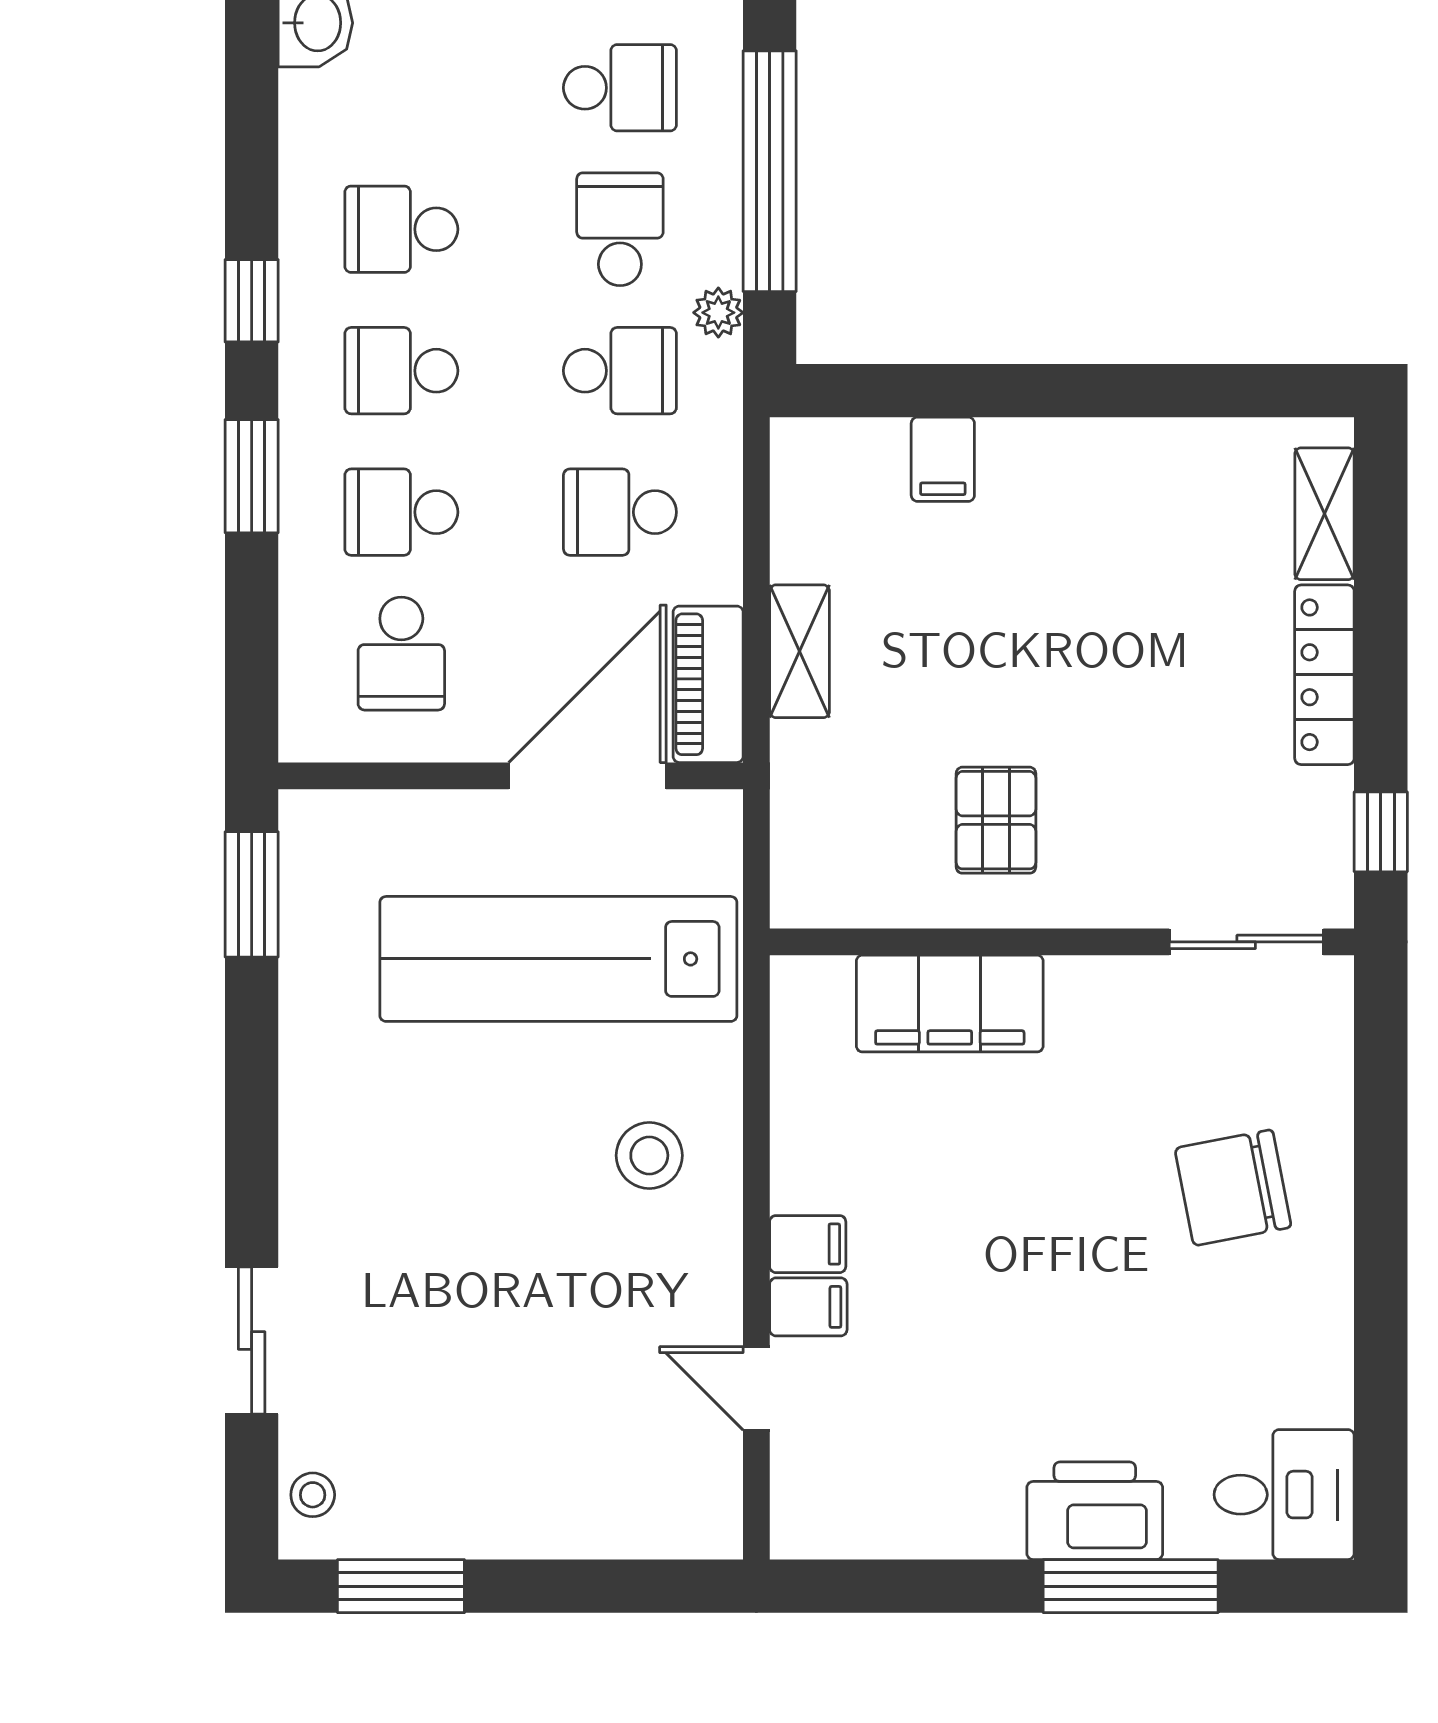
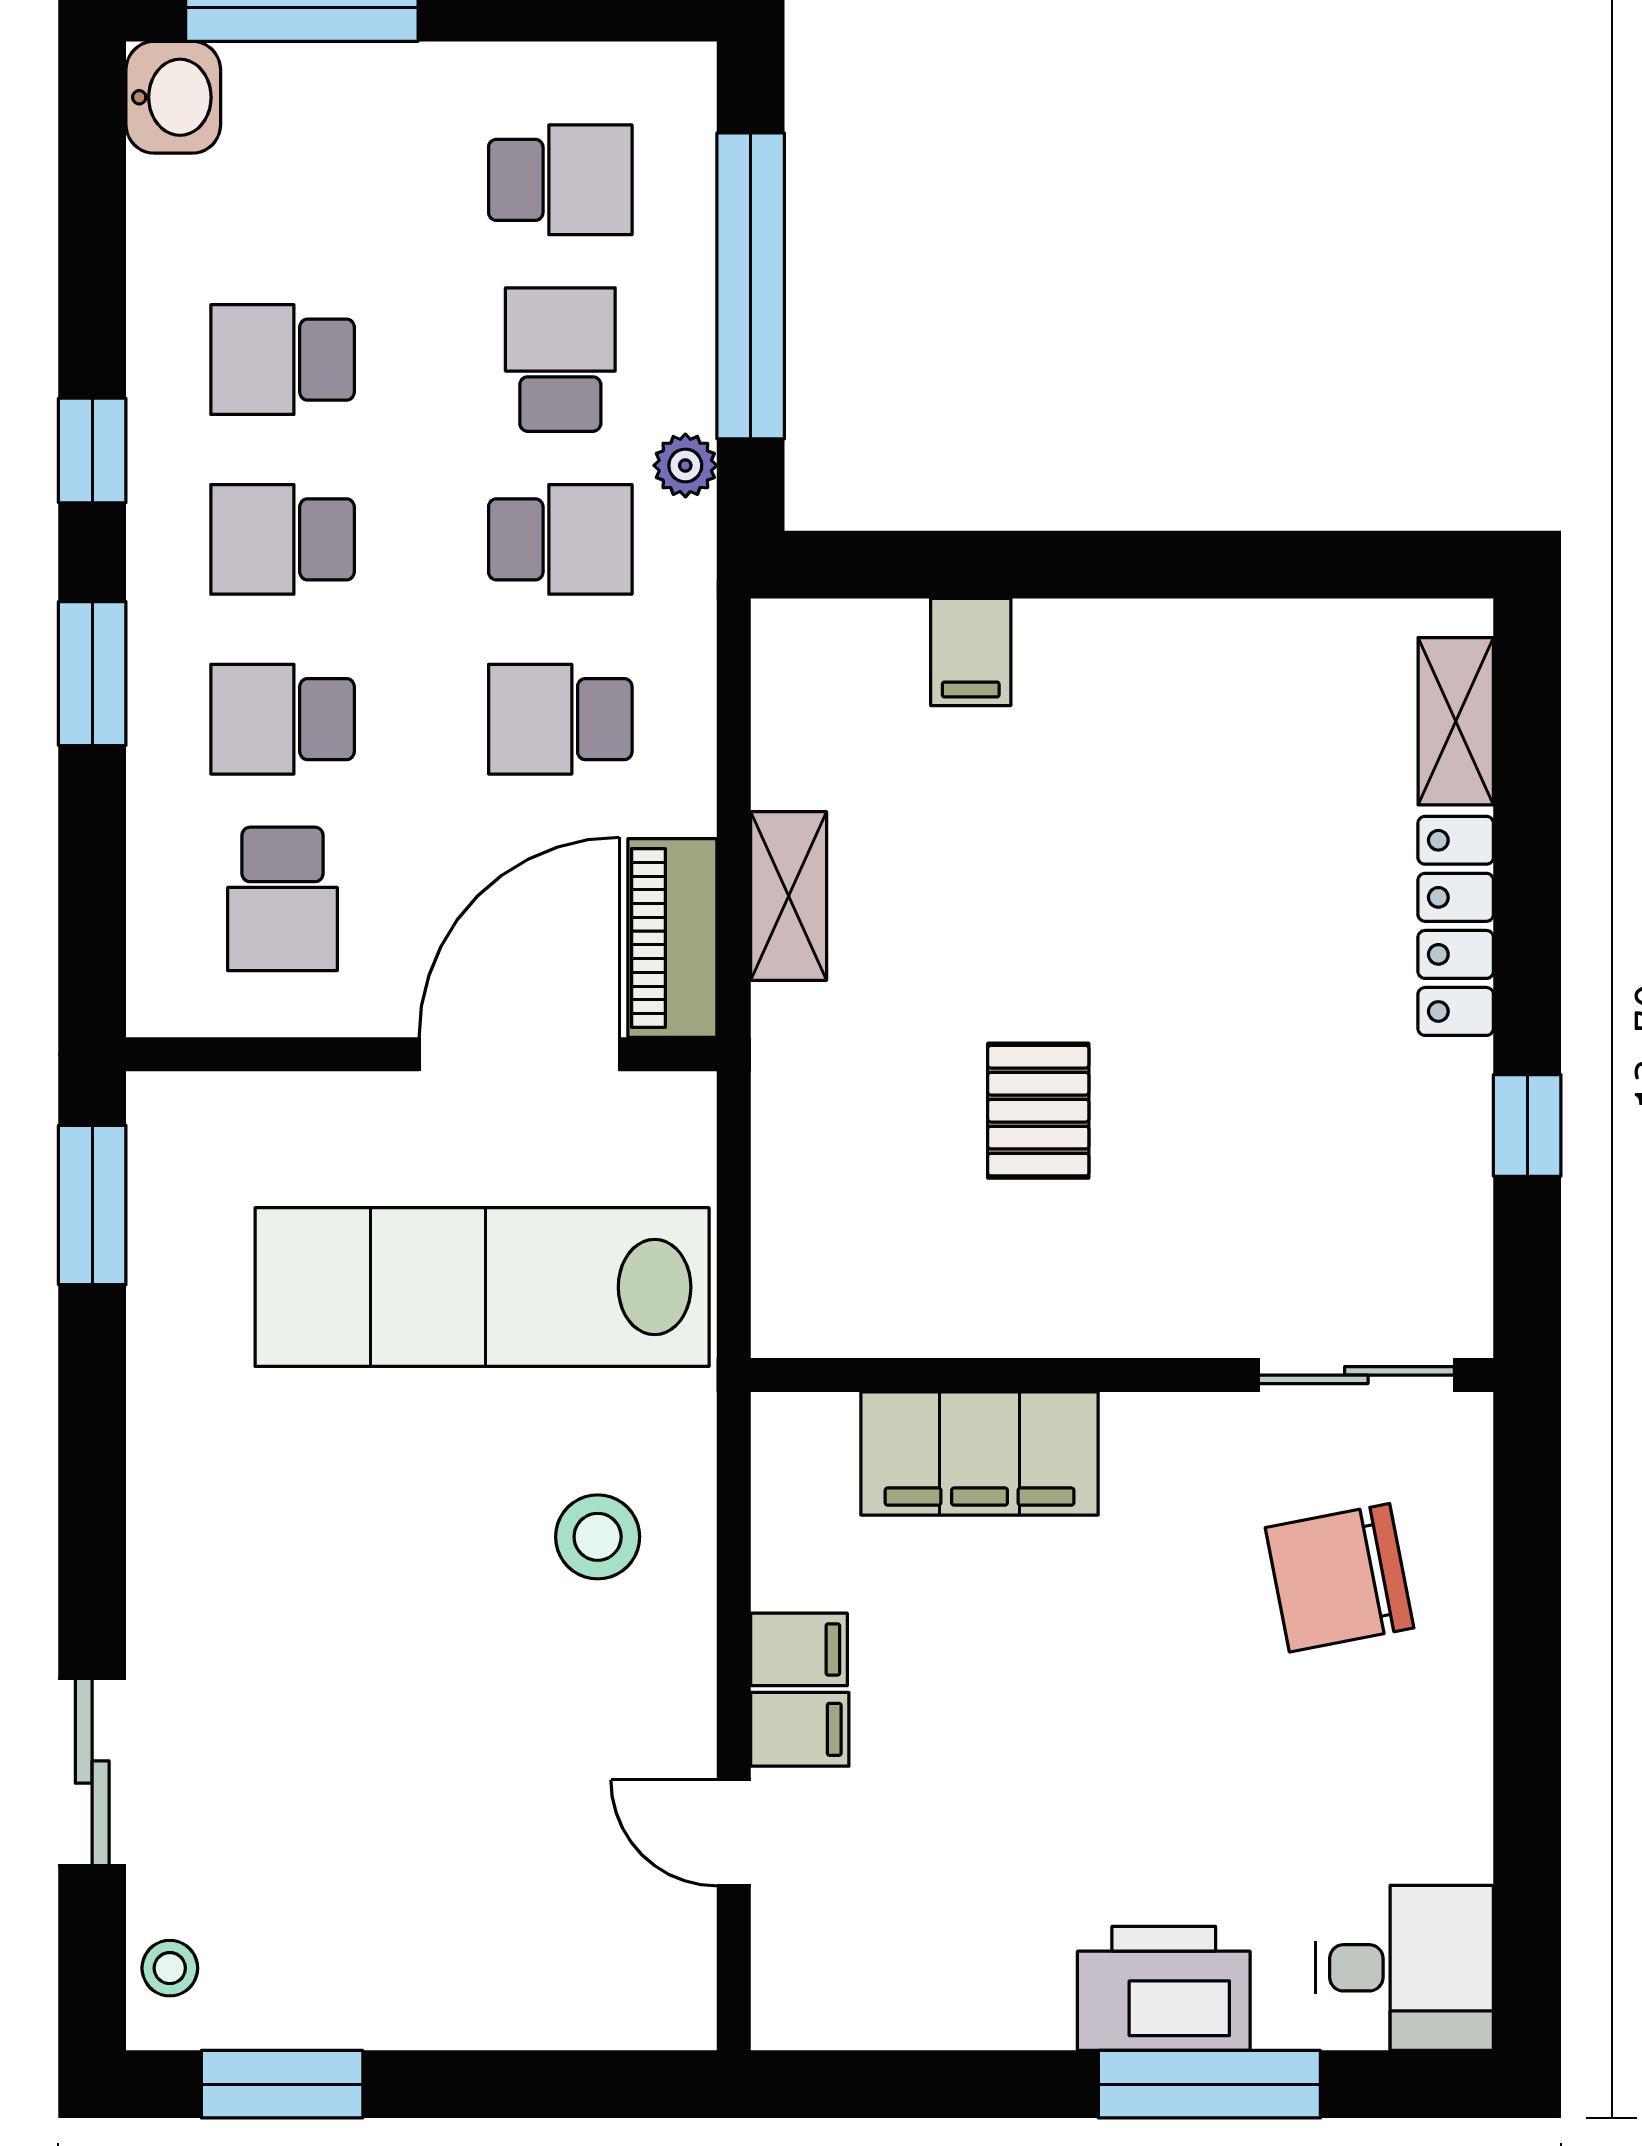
wall: (1062, 942) -> (1122, 1375), moved
sliding door: (1246, 942) -> (1356, 1375), moved
filing cabinet: (950, 1004) -> (980, 1453), moved

